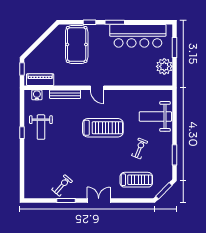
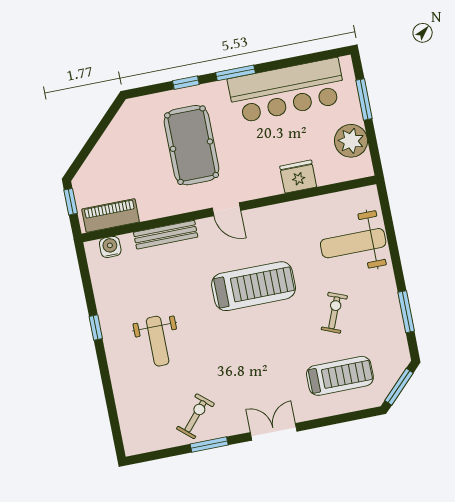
pool table: (77, 44) -> (192, 145), moved
fridge: (135, 79) -> (298, 177), added
weight bench: (41, 127) -> (158, 341), moved

